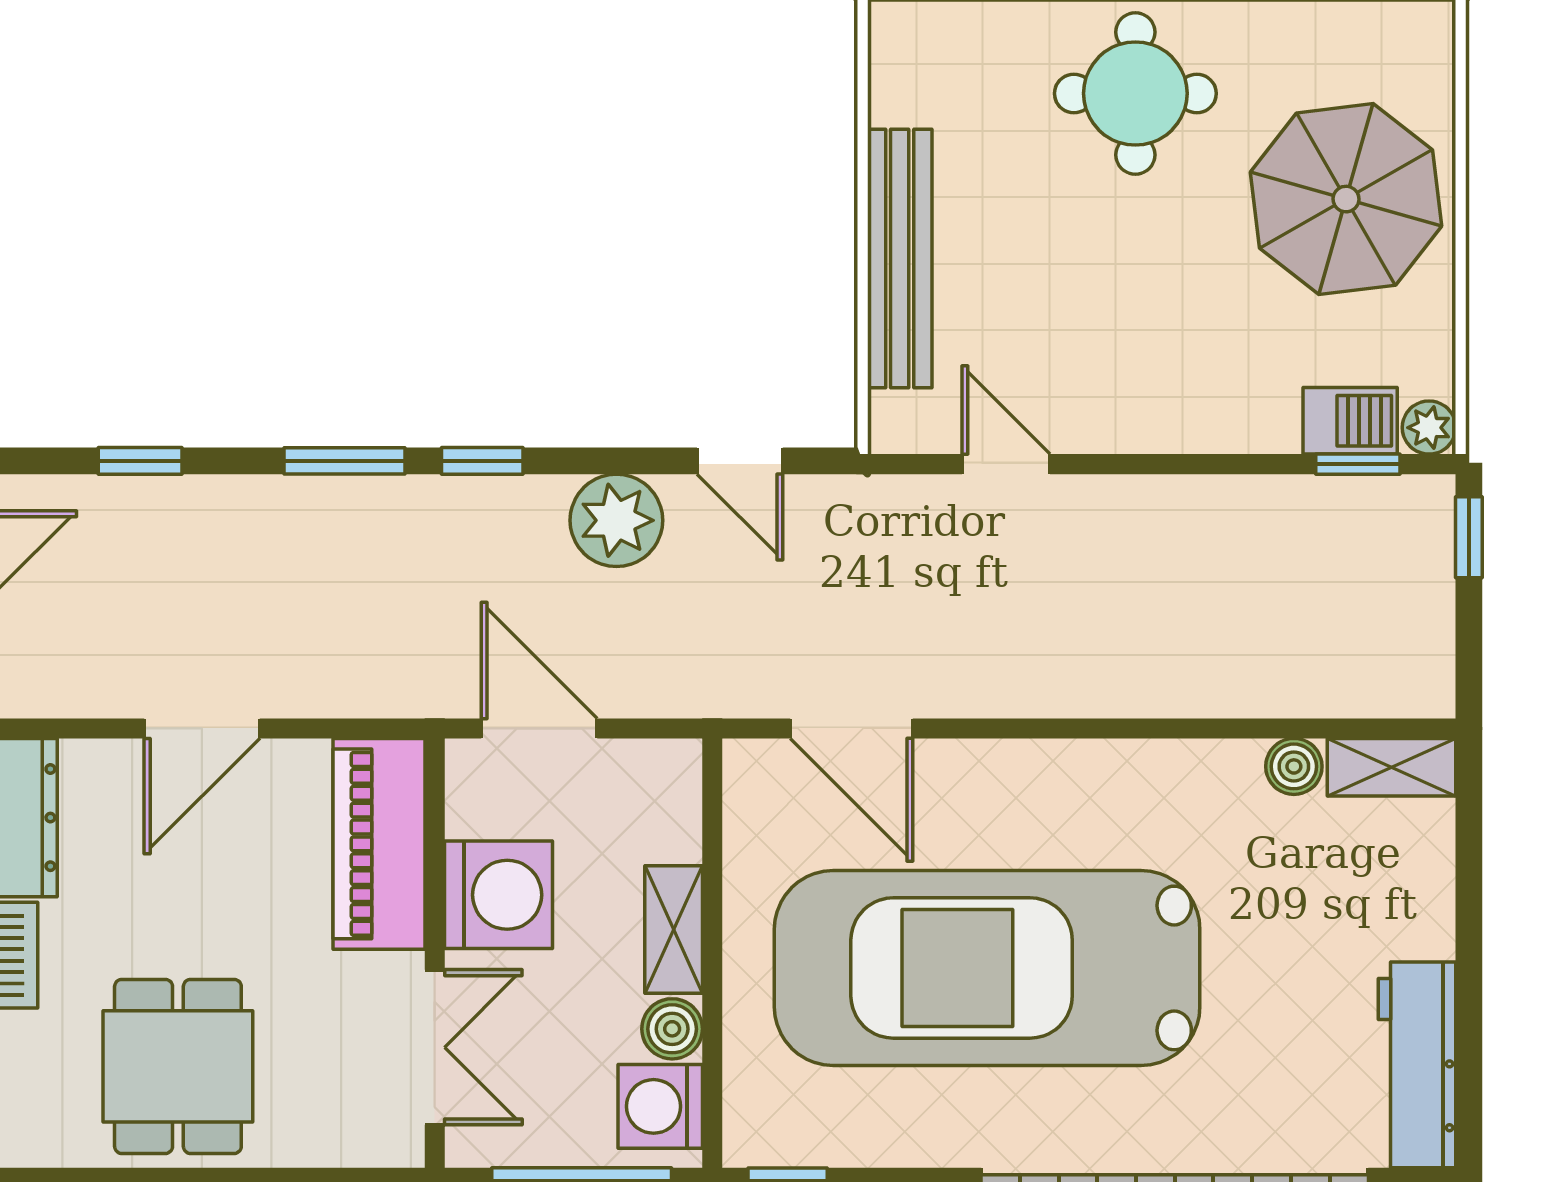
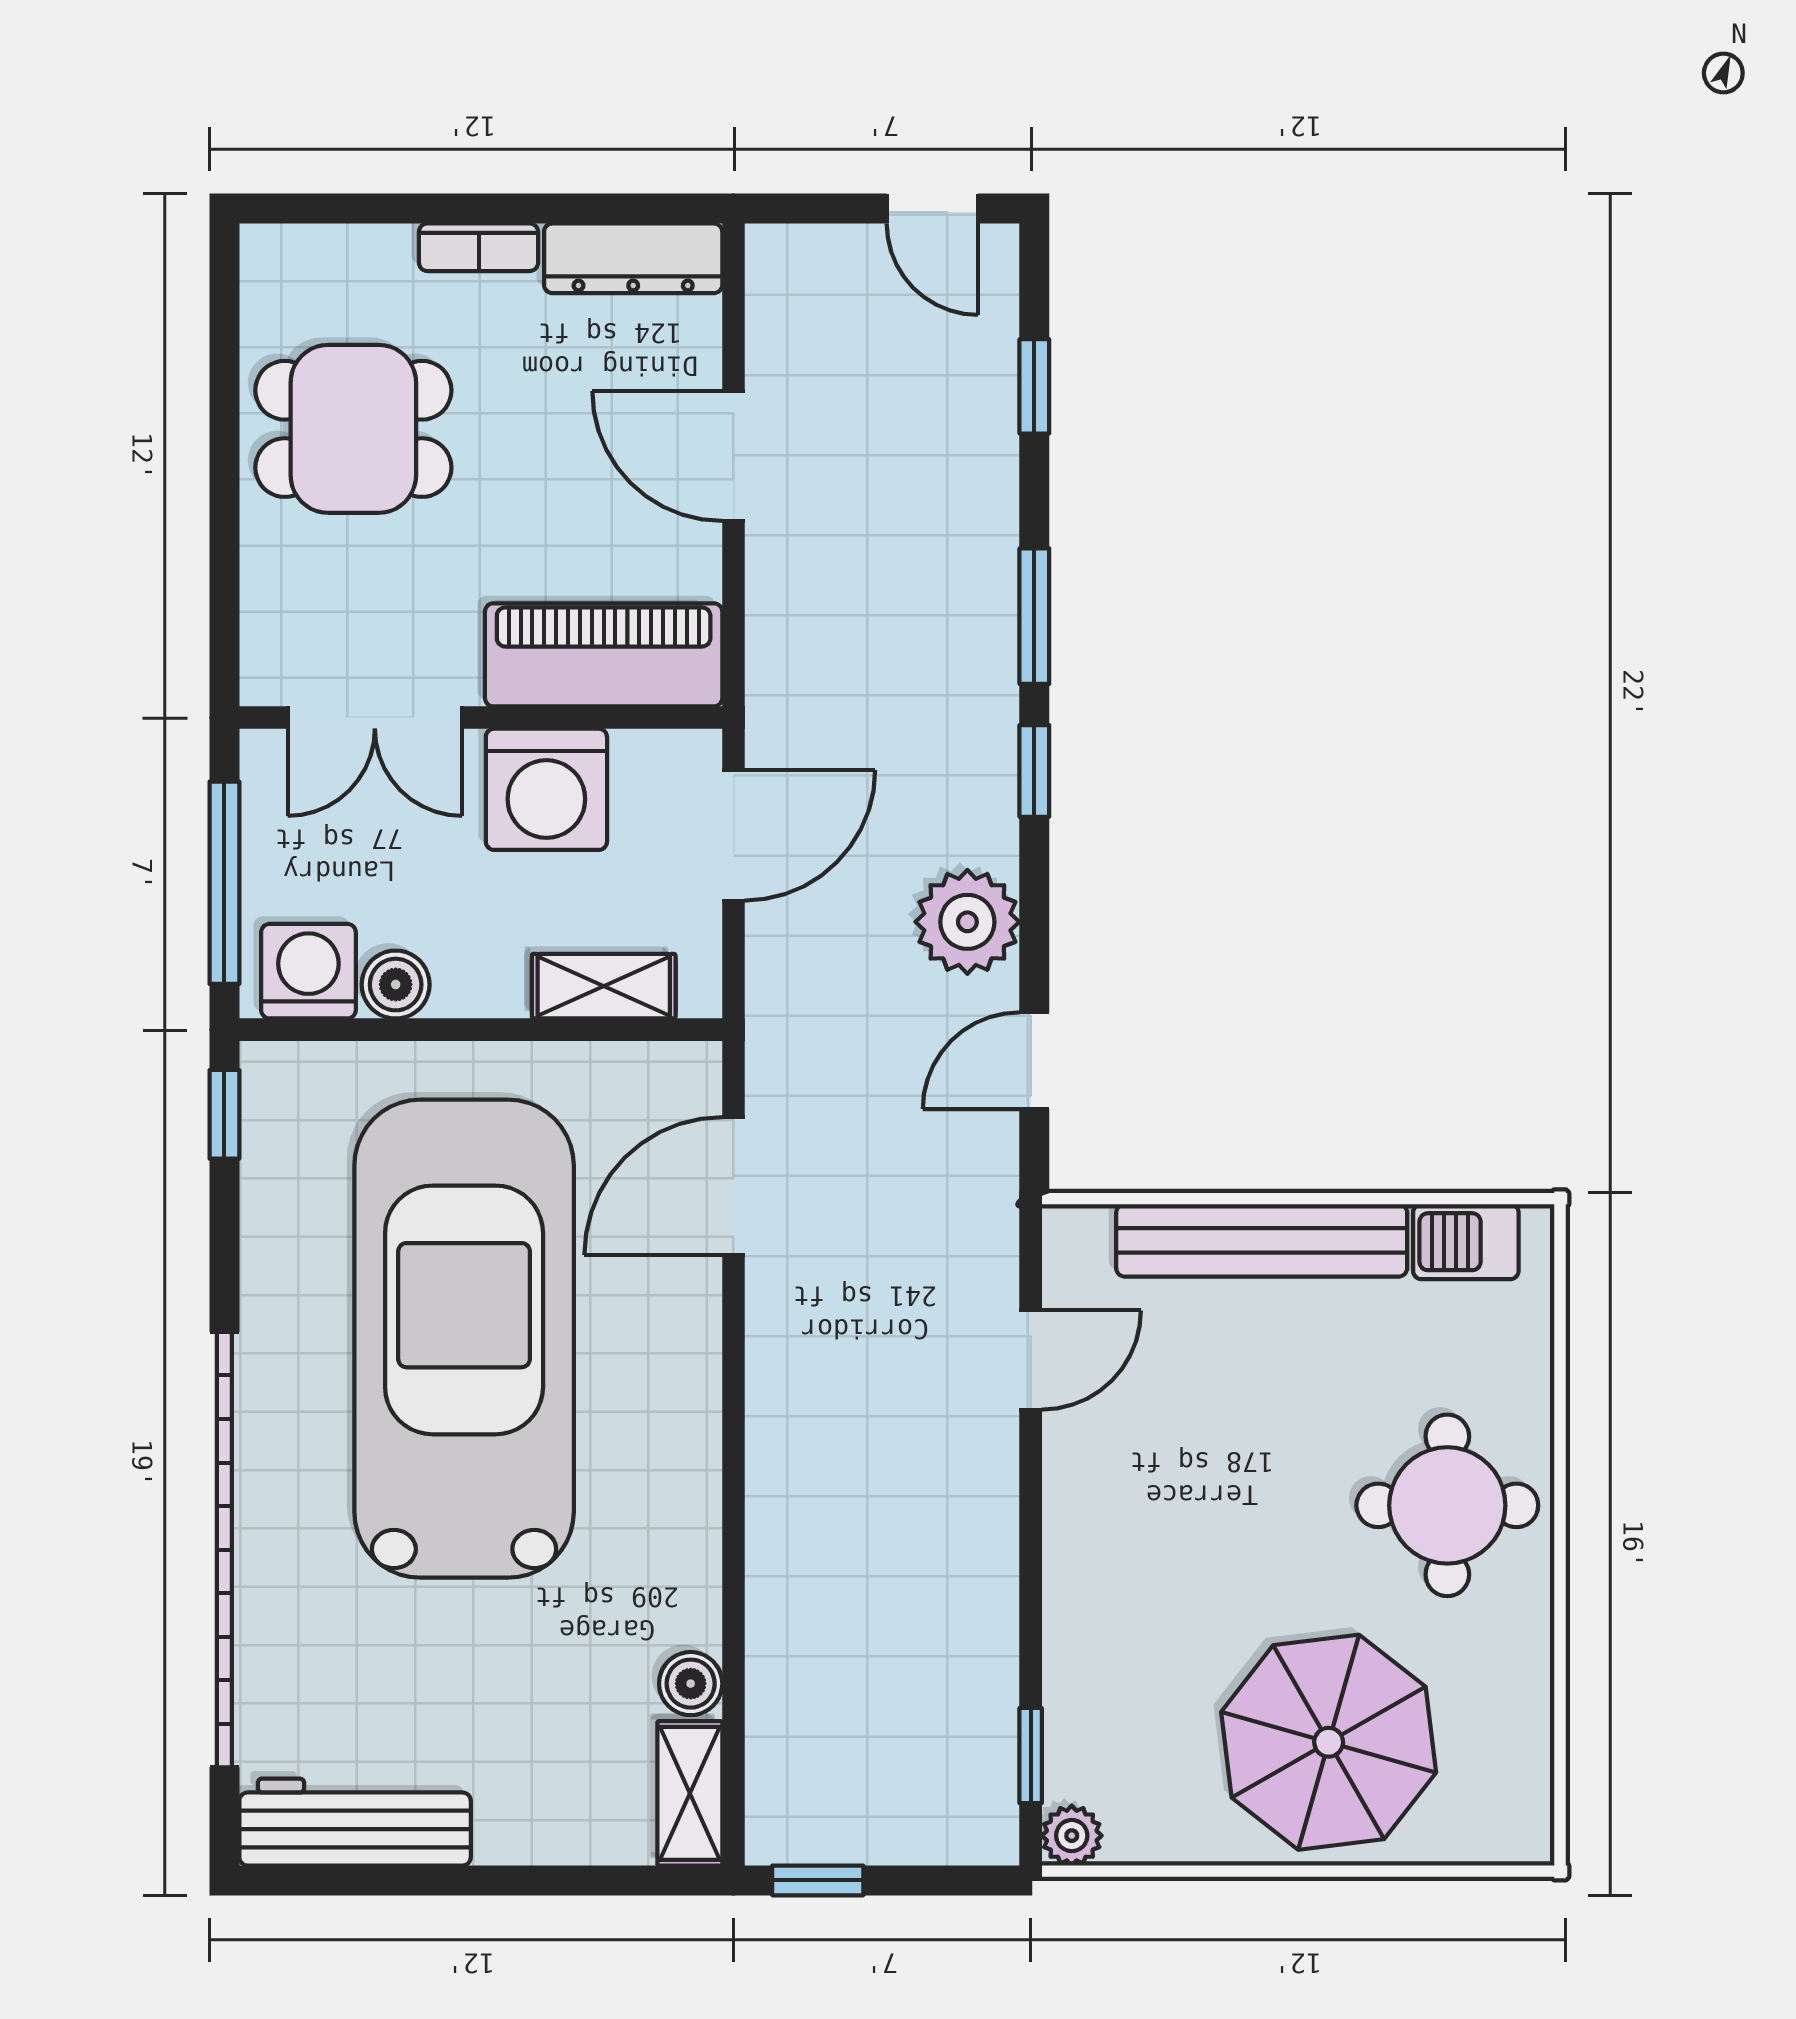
barbecue: (1350, 421) -> (1466, 1242), moved, turned 90
window: (1469, 537) -> (818, 1880), moved
shelving: (674, 929) -> (604, 986), moved

